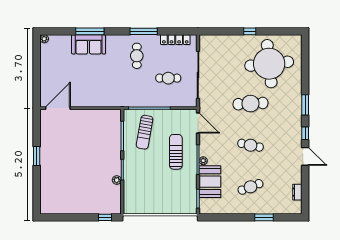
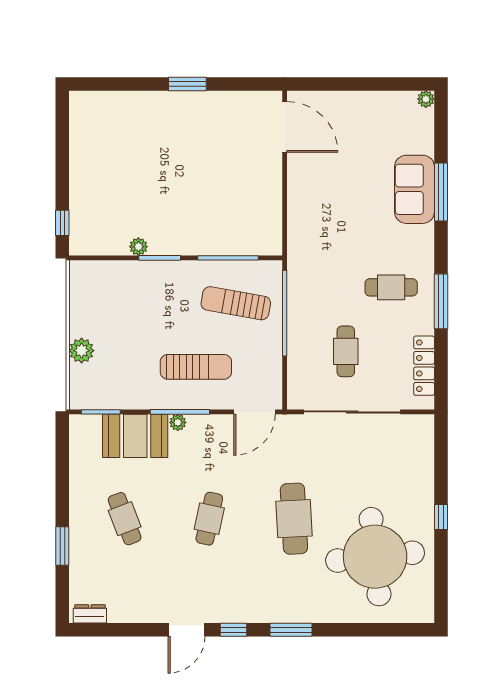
dresser: (297, 192) -> (90, 614), moved
plant: (168, 208) -> (82, 351), added

